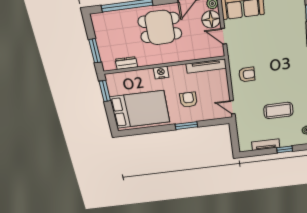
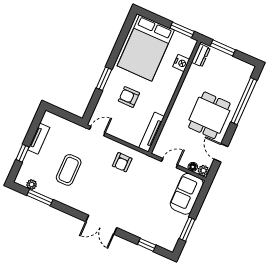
floor lamp: (211, 19) -> (193, 167), width x0.53, depth x0.53
dresser: (126, 63) -> (201, 55), moved
nightstand: (161, 73) -> (181, 63), moved
armchair: (188, 100) -> (129, 97), turned 180

